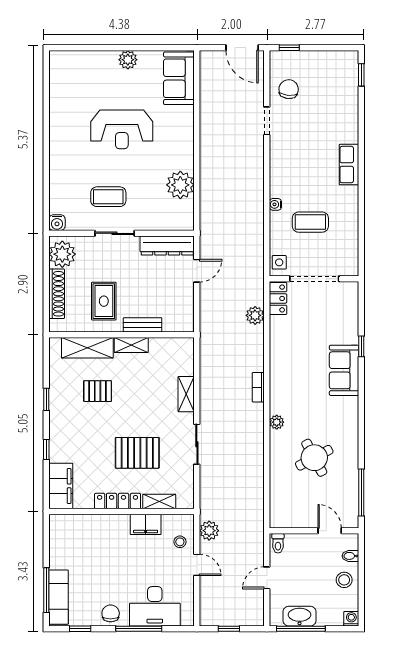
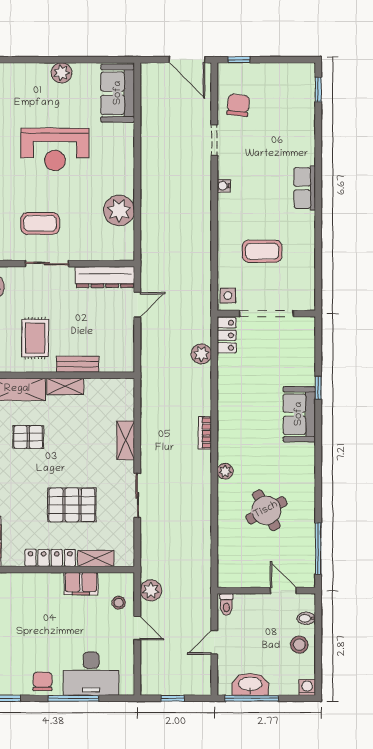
water cooler: (275, 204) -> (224, 186), moved

